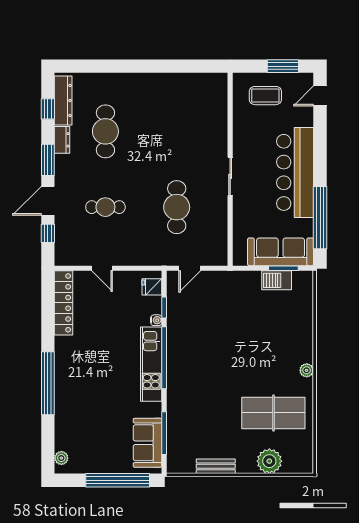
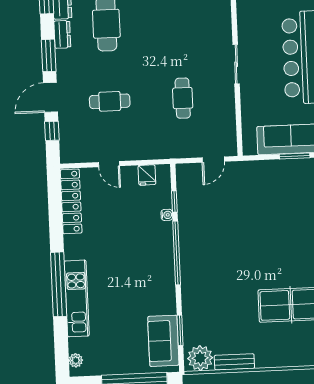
cafe table: (177, 207) -> (183, 98), width x0.73, depth x0.74
door: (190, 268) -> (213, 160), moved
barbecue: (277, 280) -> (288, 169), removed
fridge: (152, 287) -> (147, 175), moved, turned -90
kitchen unit: (151, 364) -> (77, 298), moved, turned 180
window: (164, 433) -> (180, 330), width x0.69
plant: (269, 461) -> (200, 358), moved

